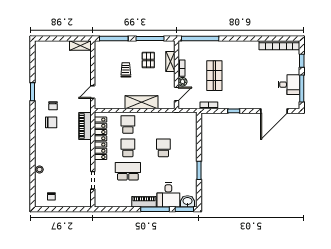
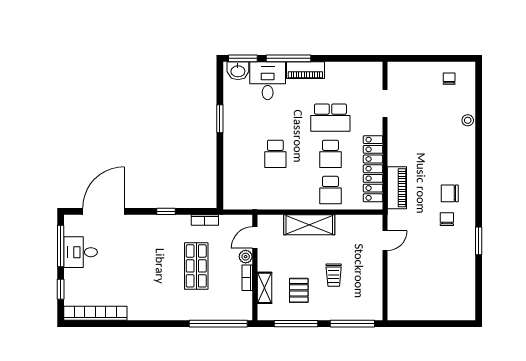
shelving: (80, 46) -> (404, 313), removed

